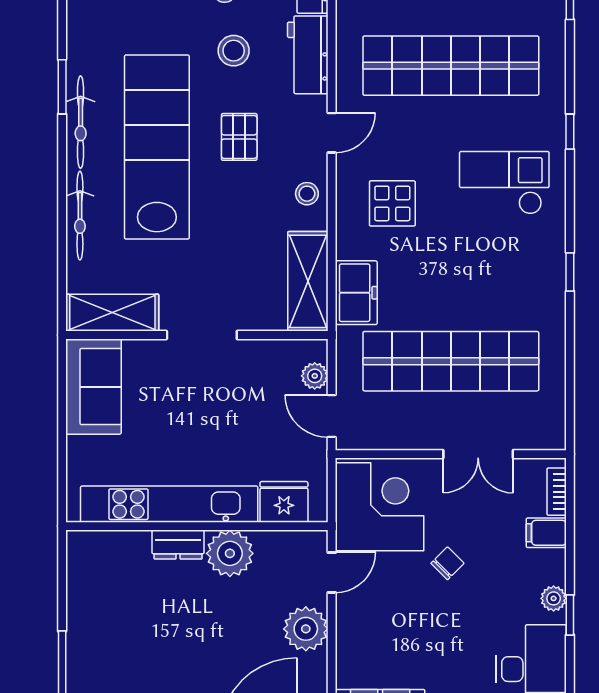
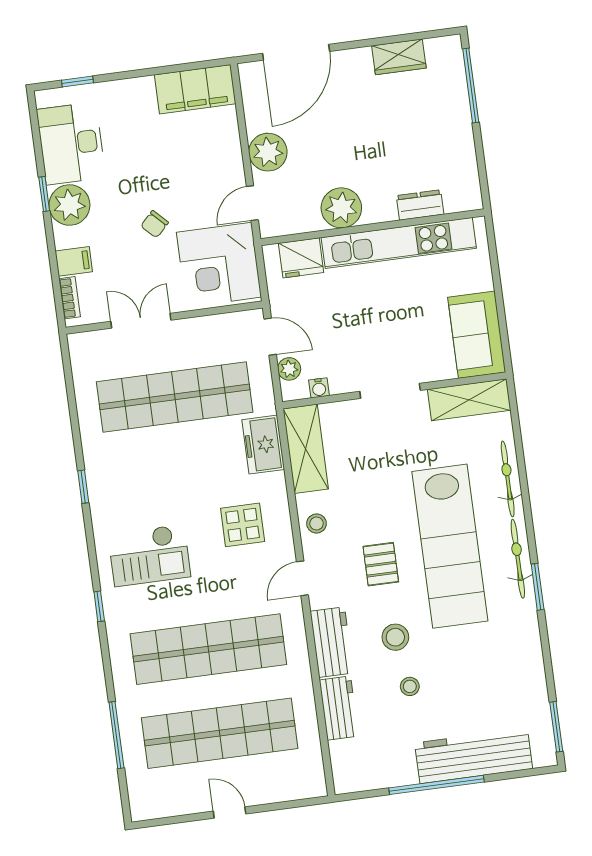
water cooler: (283, 349) -> (319, 388), added
dresser: (178, 545) -> (420, 205), moved
plant: (554, 598) -> (69, 205), width x1.88, depth x1.88

